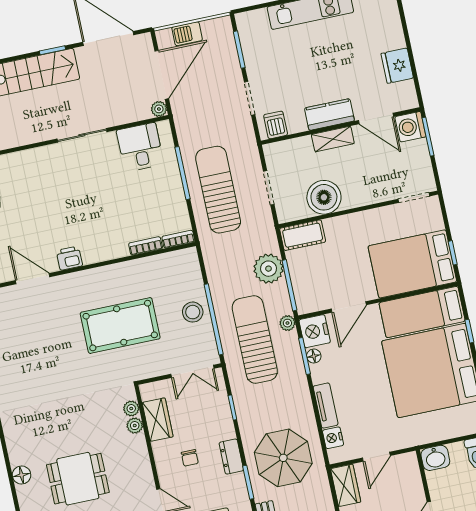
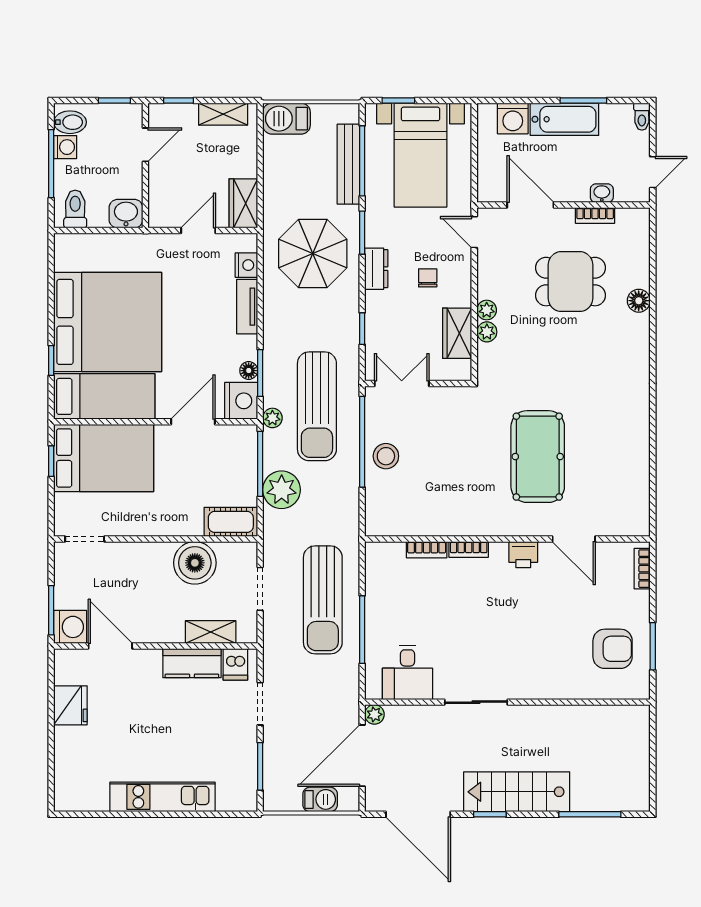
kitchen counter: (329, 114) -> (192, 663), moved
shelving: (333, 139) -> (211, 632), moved
bookcase: (178, 239) -> (469, 549), moved
pool table: (120, 326) -> (538, 457), moved, turned 90
plant: (131, 409) -> (487, 310), moved

